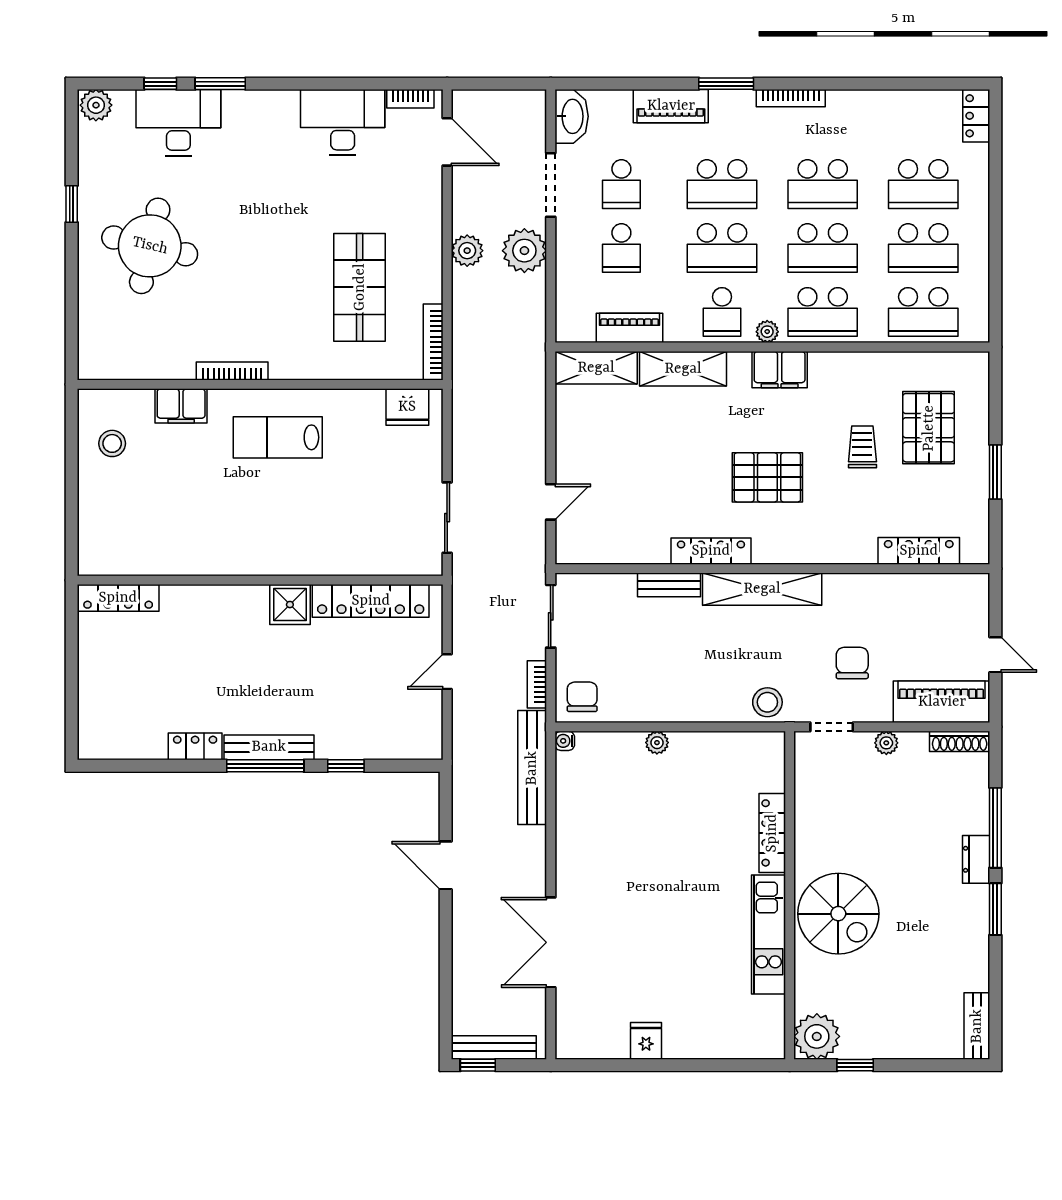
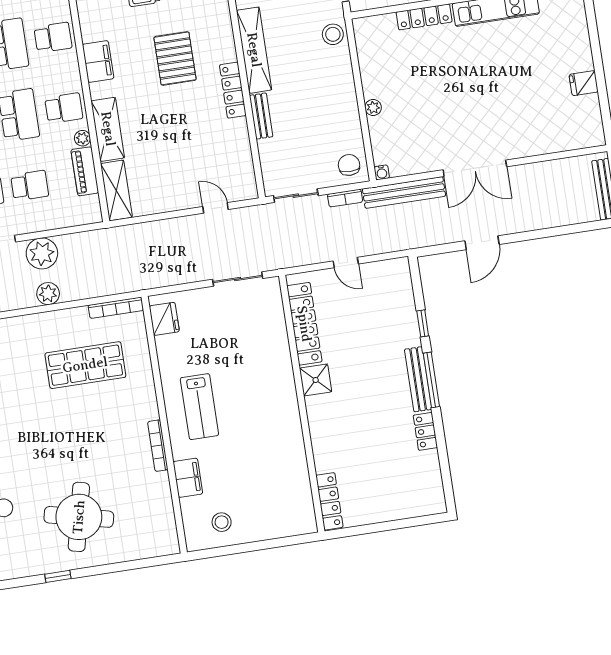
school desk: (823, 312) -> (53, 37), width x0.54
plant: (767, 332) -> (82, 138), moved
chair: (582, 697) -> (349, 165), turned 90
double door: (551, 942) -> (475, 168), moved

